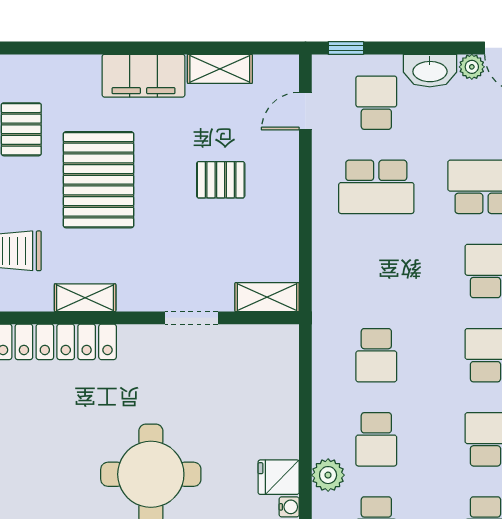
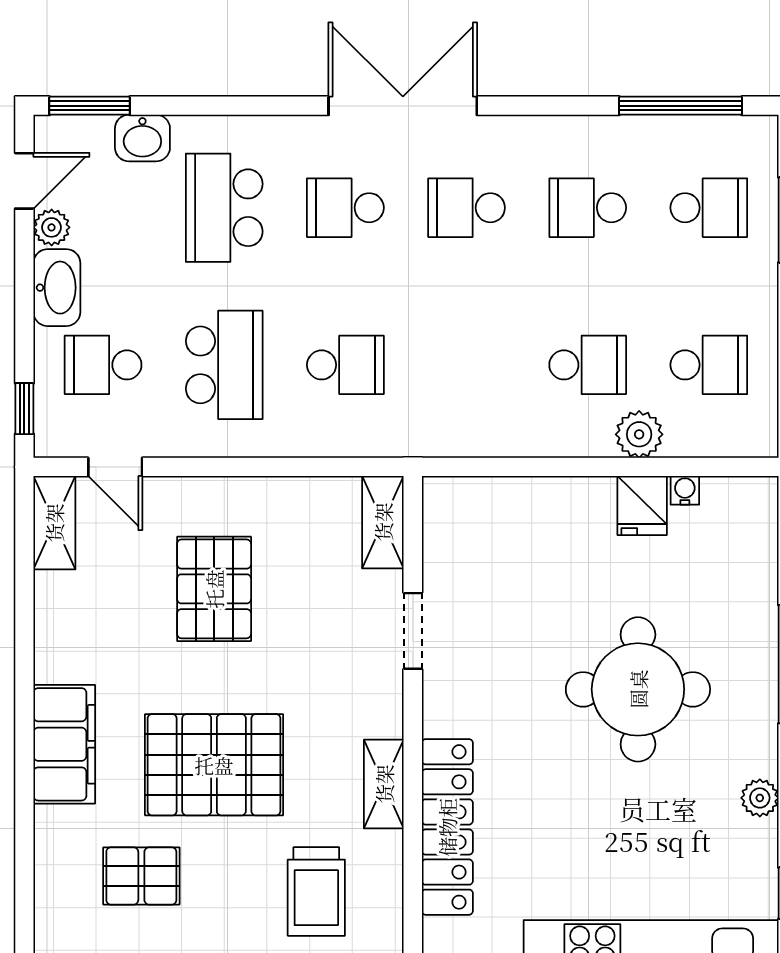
shelving: (220, 69) -> (54, 523), moved
filing cabinet: (144, 76) -> (64, 744), moved
pallet: (221, 180) -> (214, 589), width x1.50, depth x1.42
school desk: (376, 355) -> (345, 365), moved

